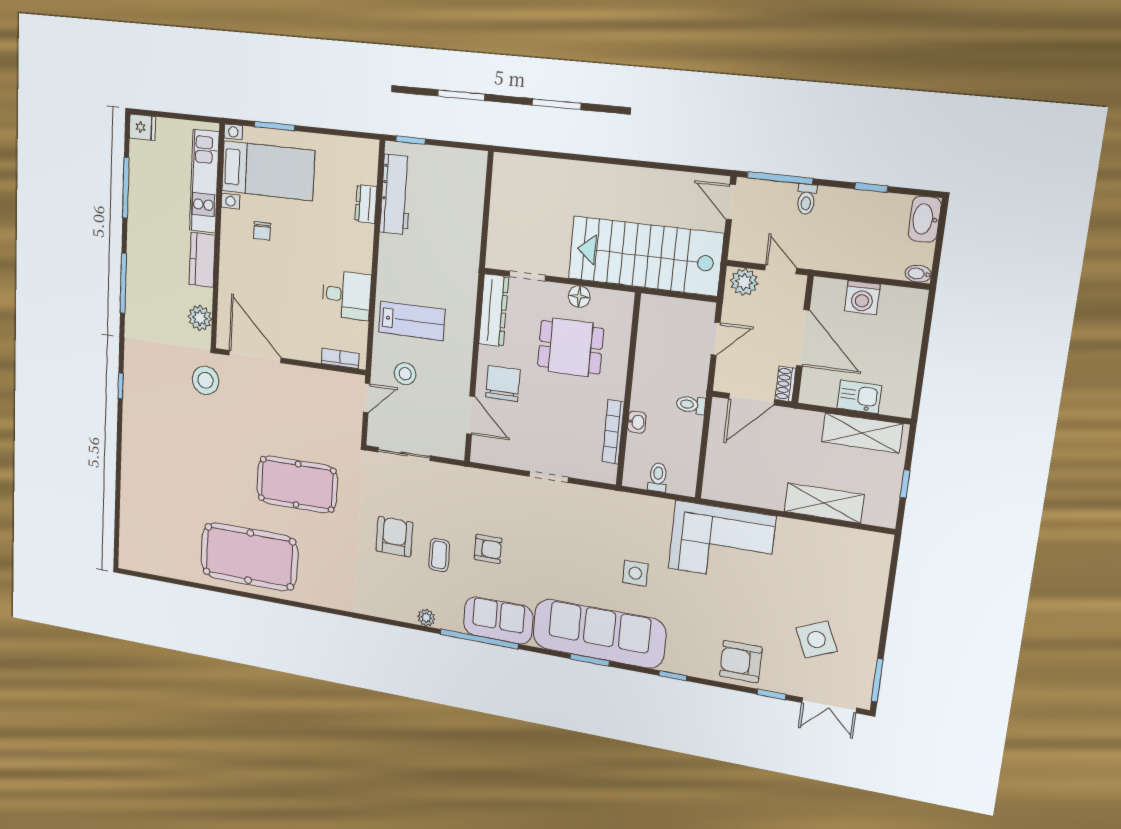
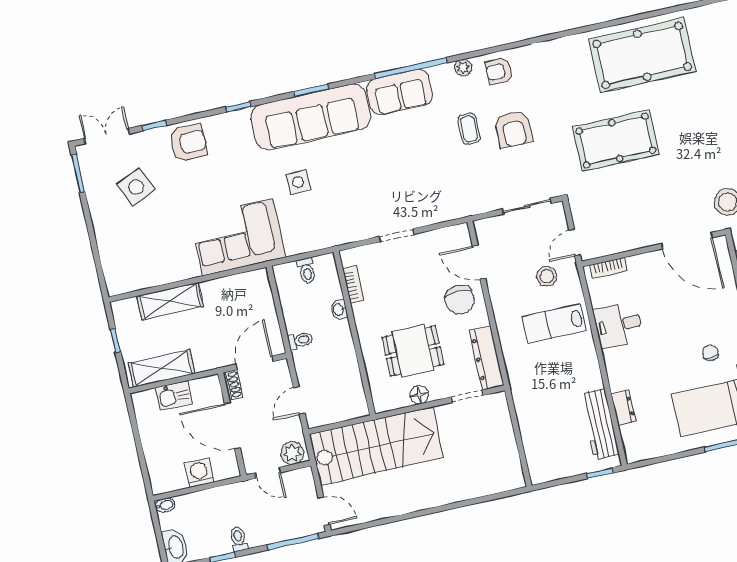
toilet: (806, 199) -> (238, 539), moved
bookcase: (613, 432) -> (353, 285), width x0.64
armchair: (488, 549) -> (499, 71), moved

